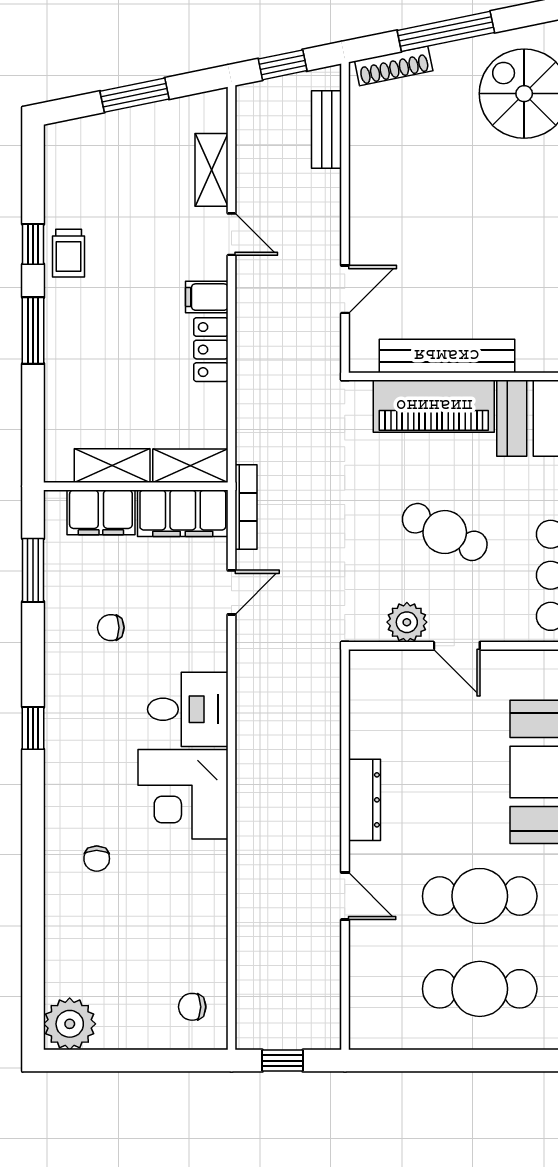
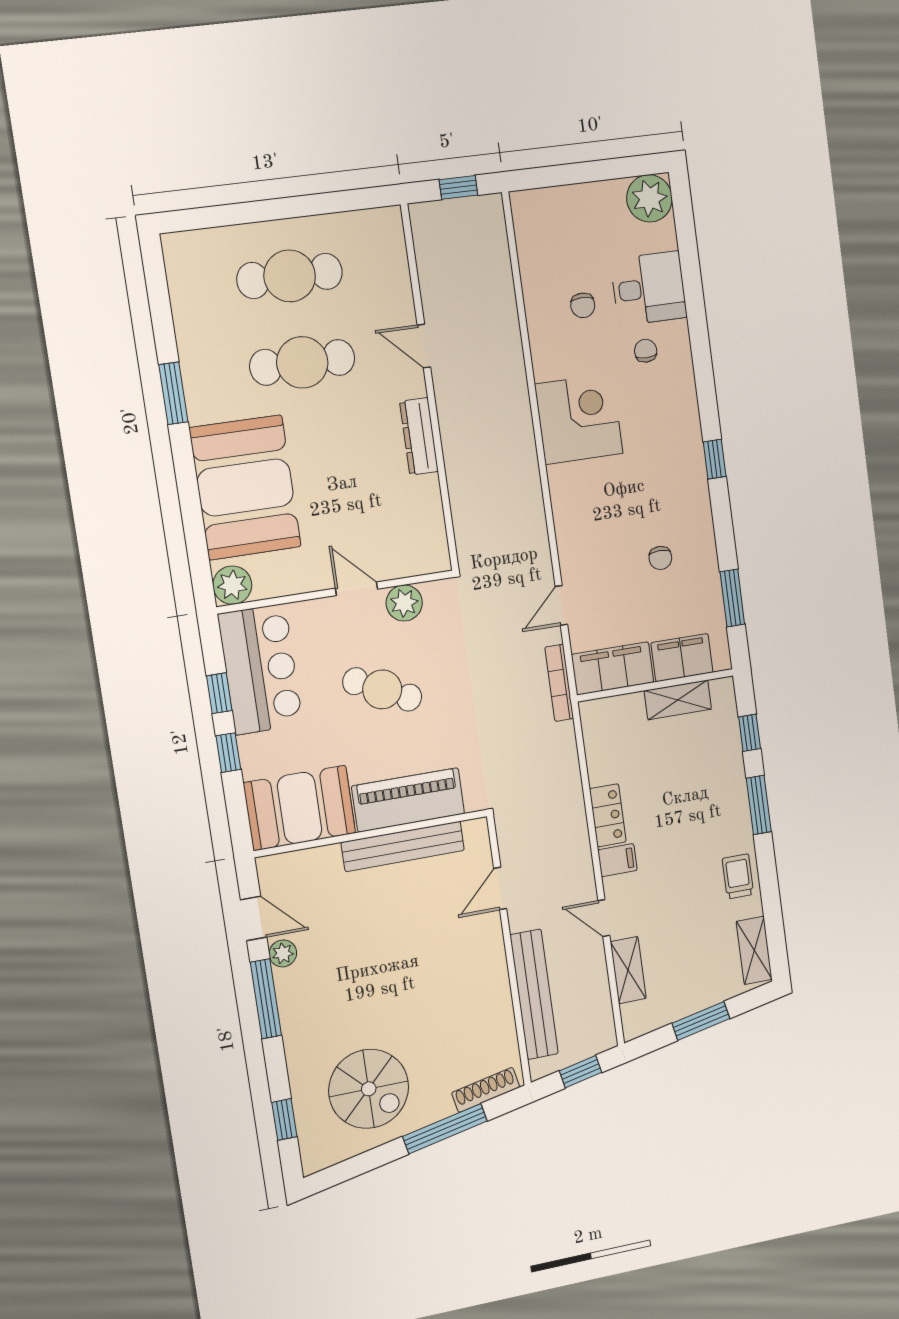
bench: (327, 130) -> (534, 994), width x1.86, depth x1.21
window: (33, 244) -> (750, 733), moved
shelving: (190, 466) -> (754, 950), moved, turned 90
chair: (111, 628) -> (660, 558), turned 90
desk: (188, 709) -> (649, 288), moved, turned 180
chair: (192, 1007) -> (583, 305), moved, turned 90

